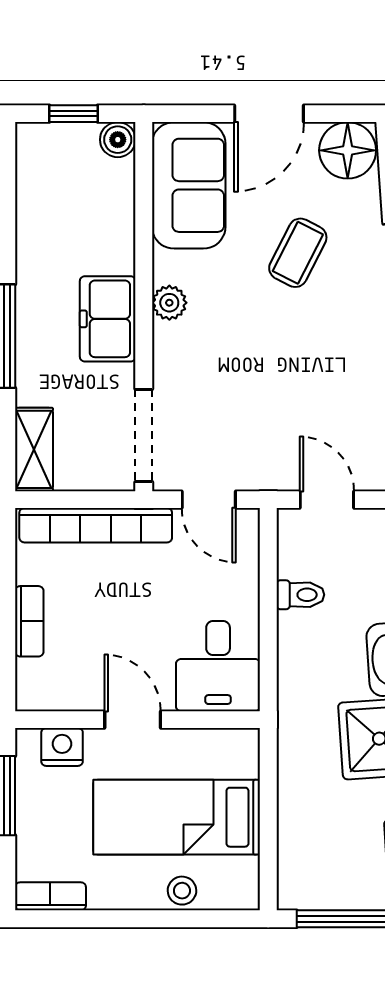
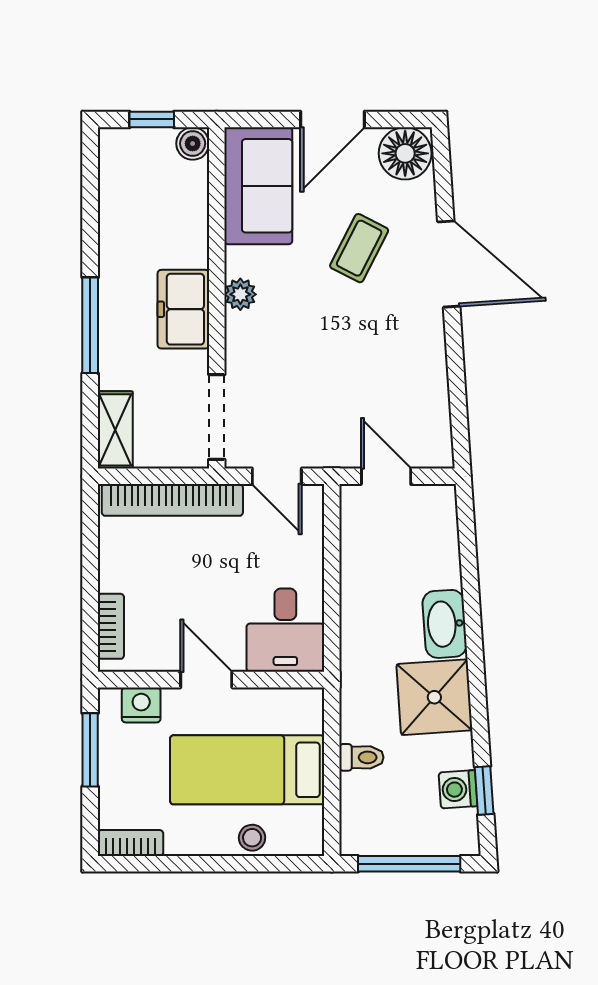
toilet: (300, 595) -> (361, 757), moved
bookcase: (29, 621) -> (111, 626), moved

